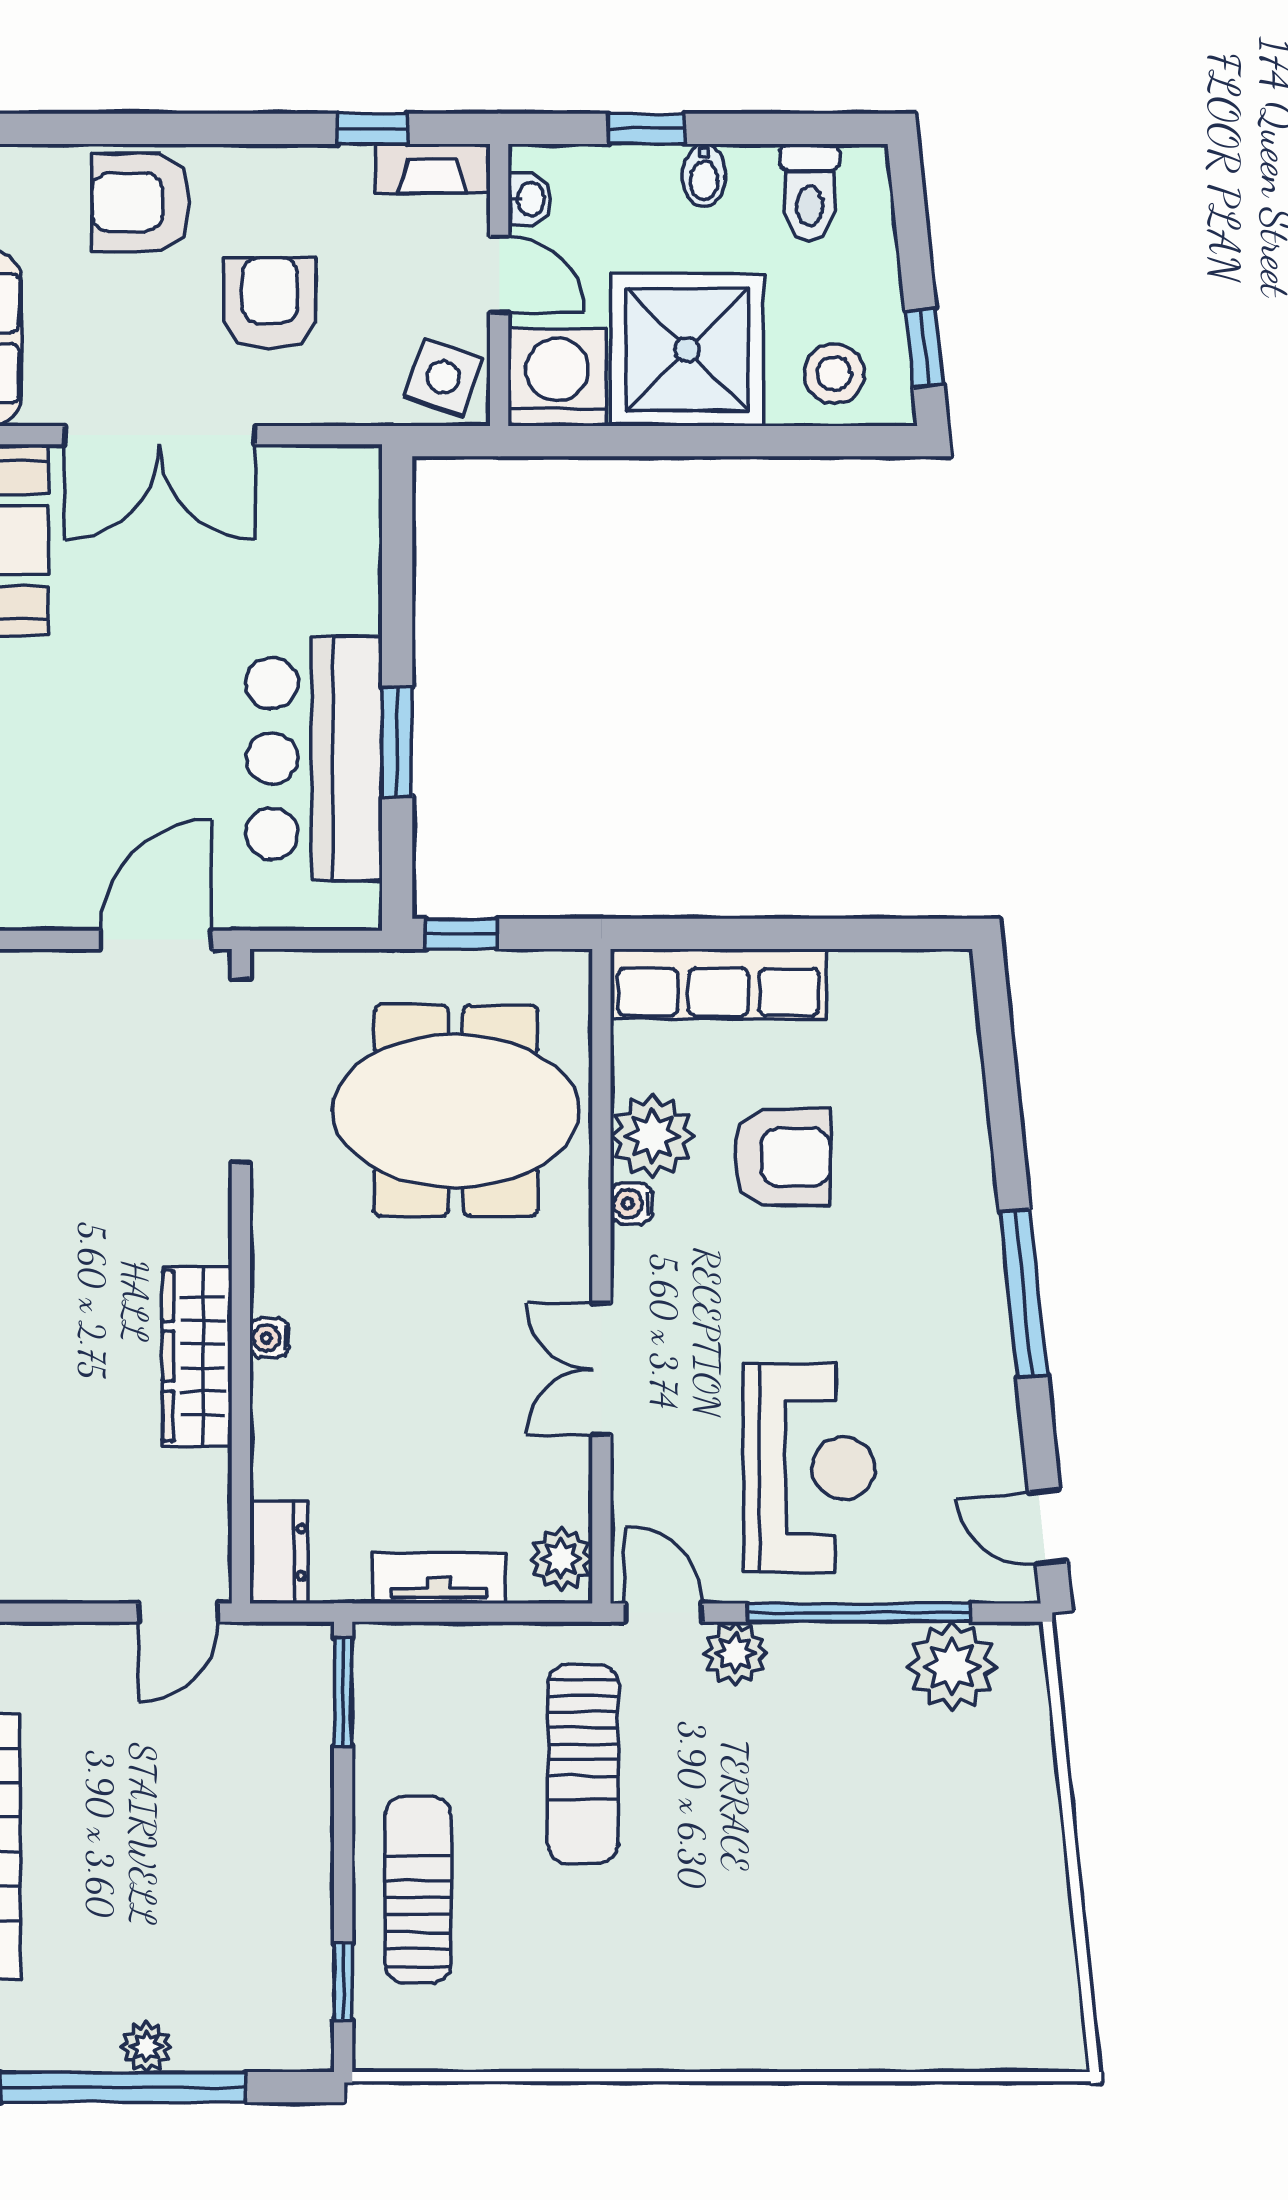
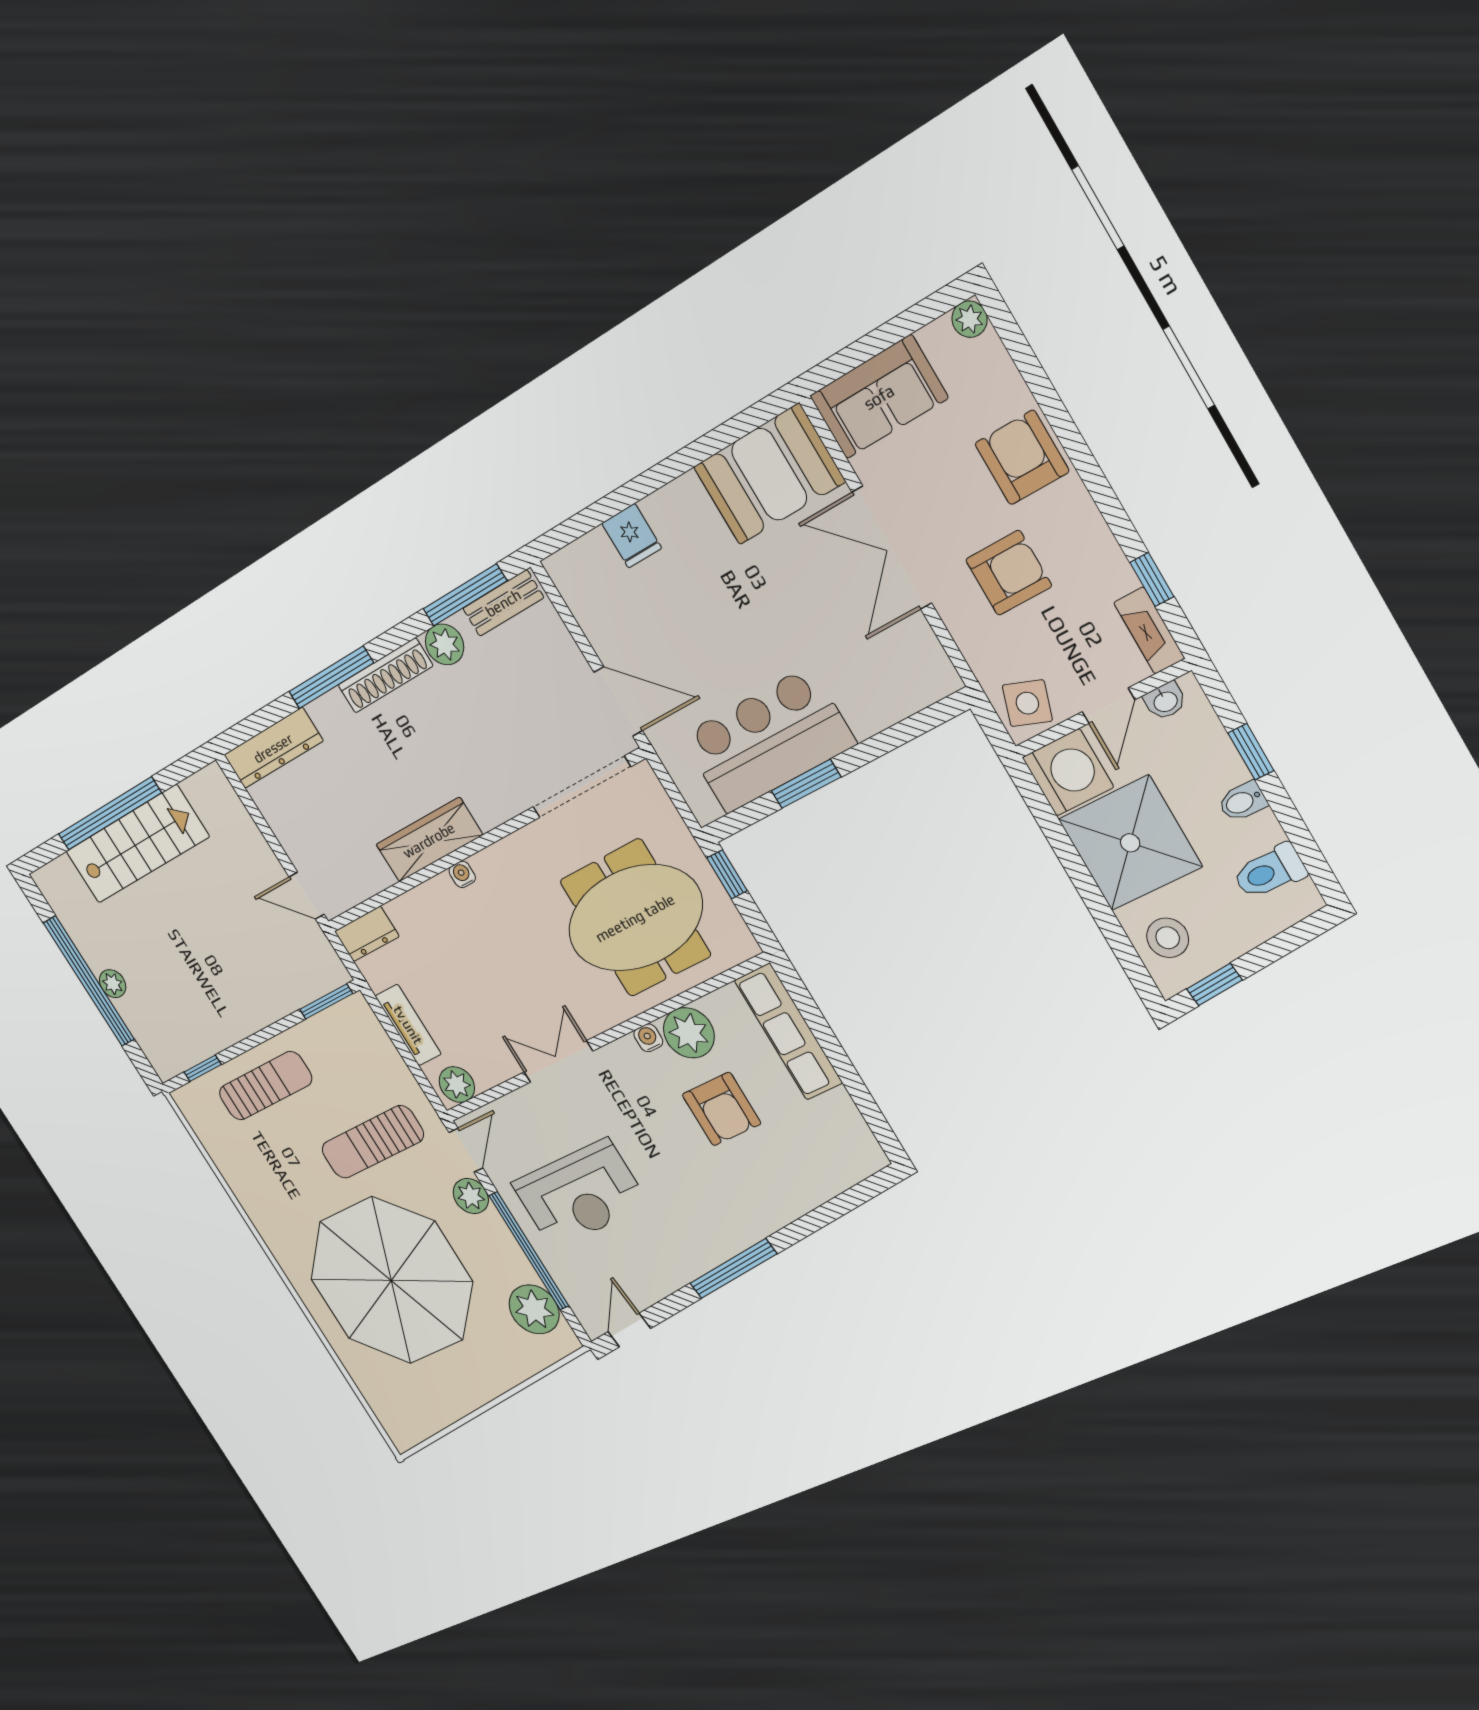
meeting table: (456, 1111) -> (635, 918), turned 90
parasol: (806, 1885) -> (391, 1280), added

